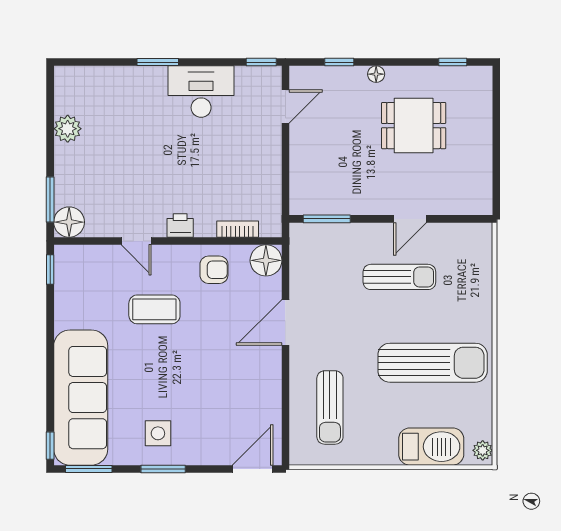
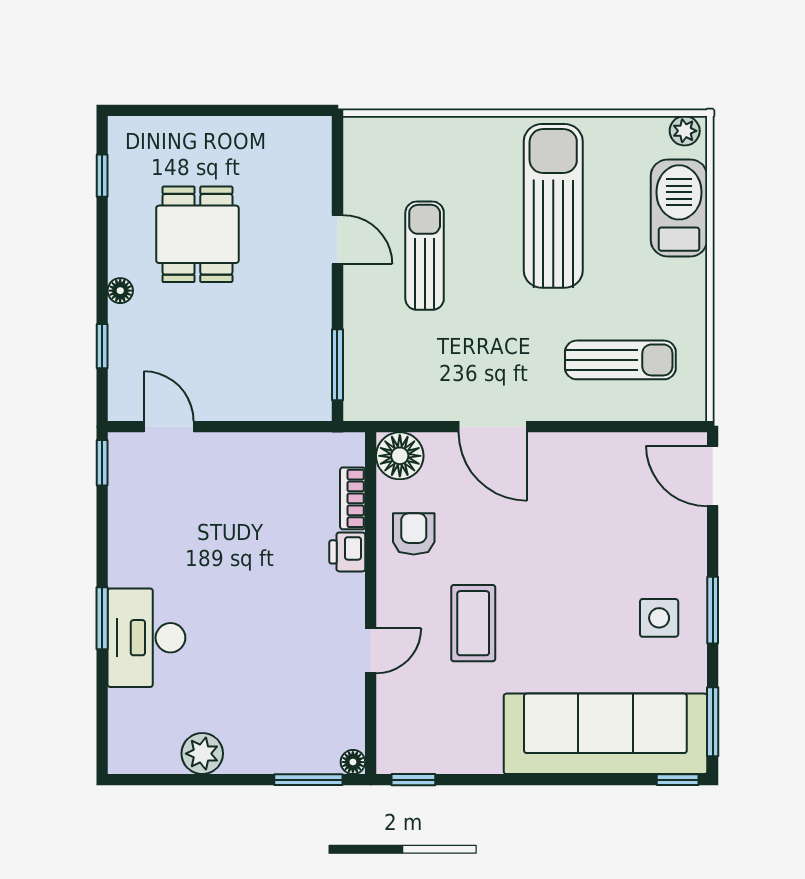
desk: (201, 92) -> (146, 638), moved
floor lamp: (69, 222) -> (353, 762), width x0.53, depth x0.53
printer: (180, 225) -> (347, 552), moved

